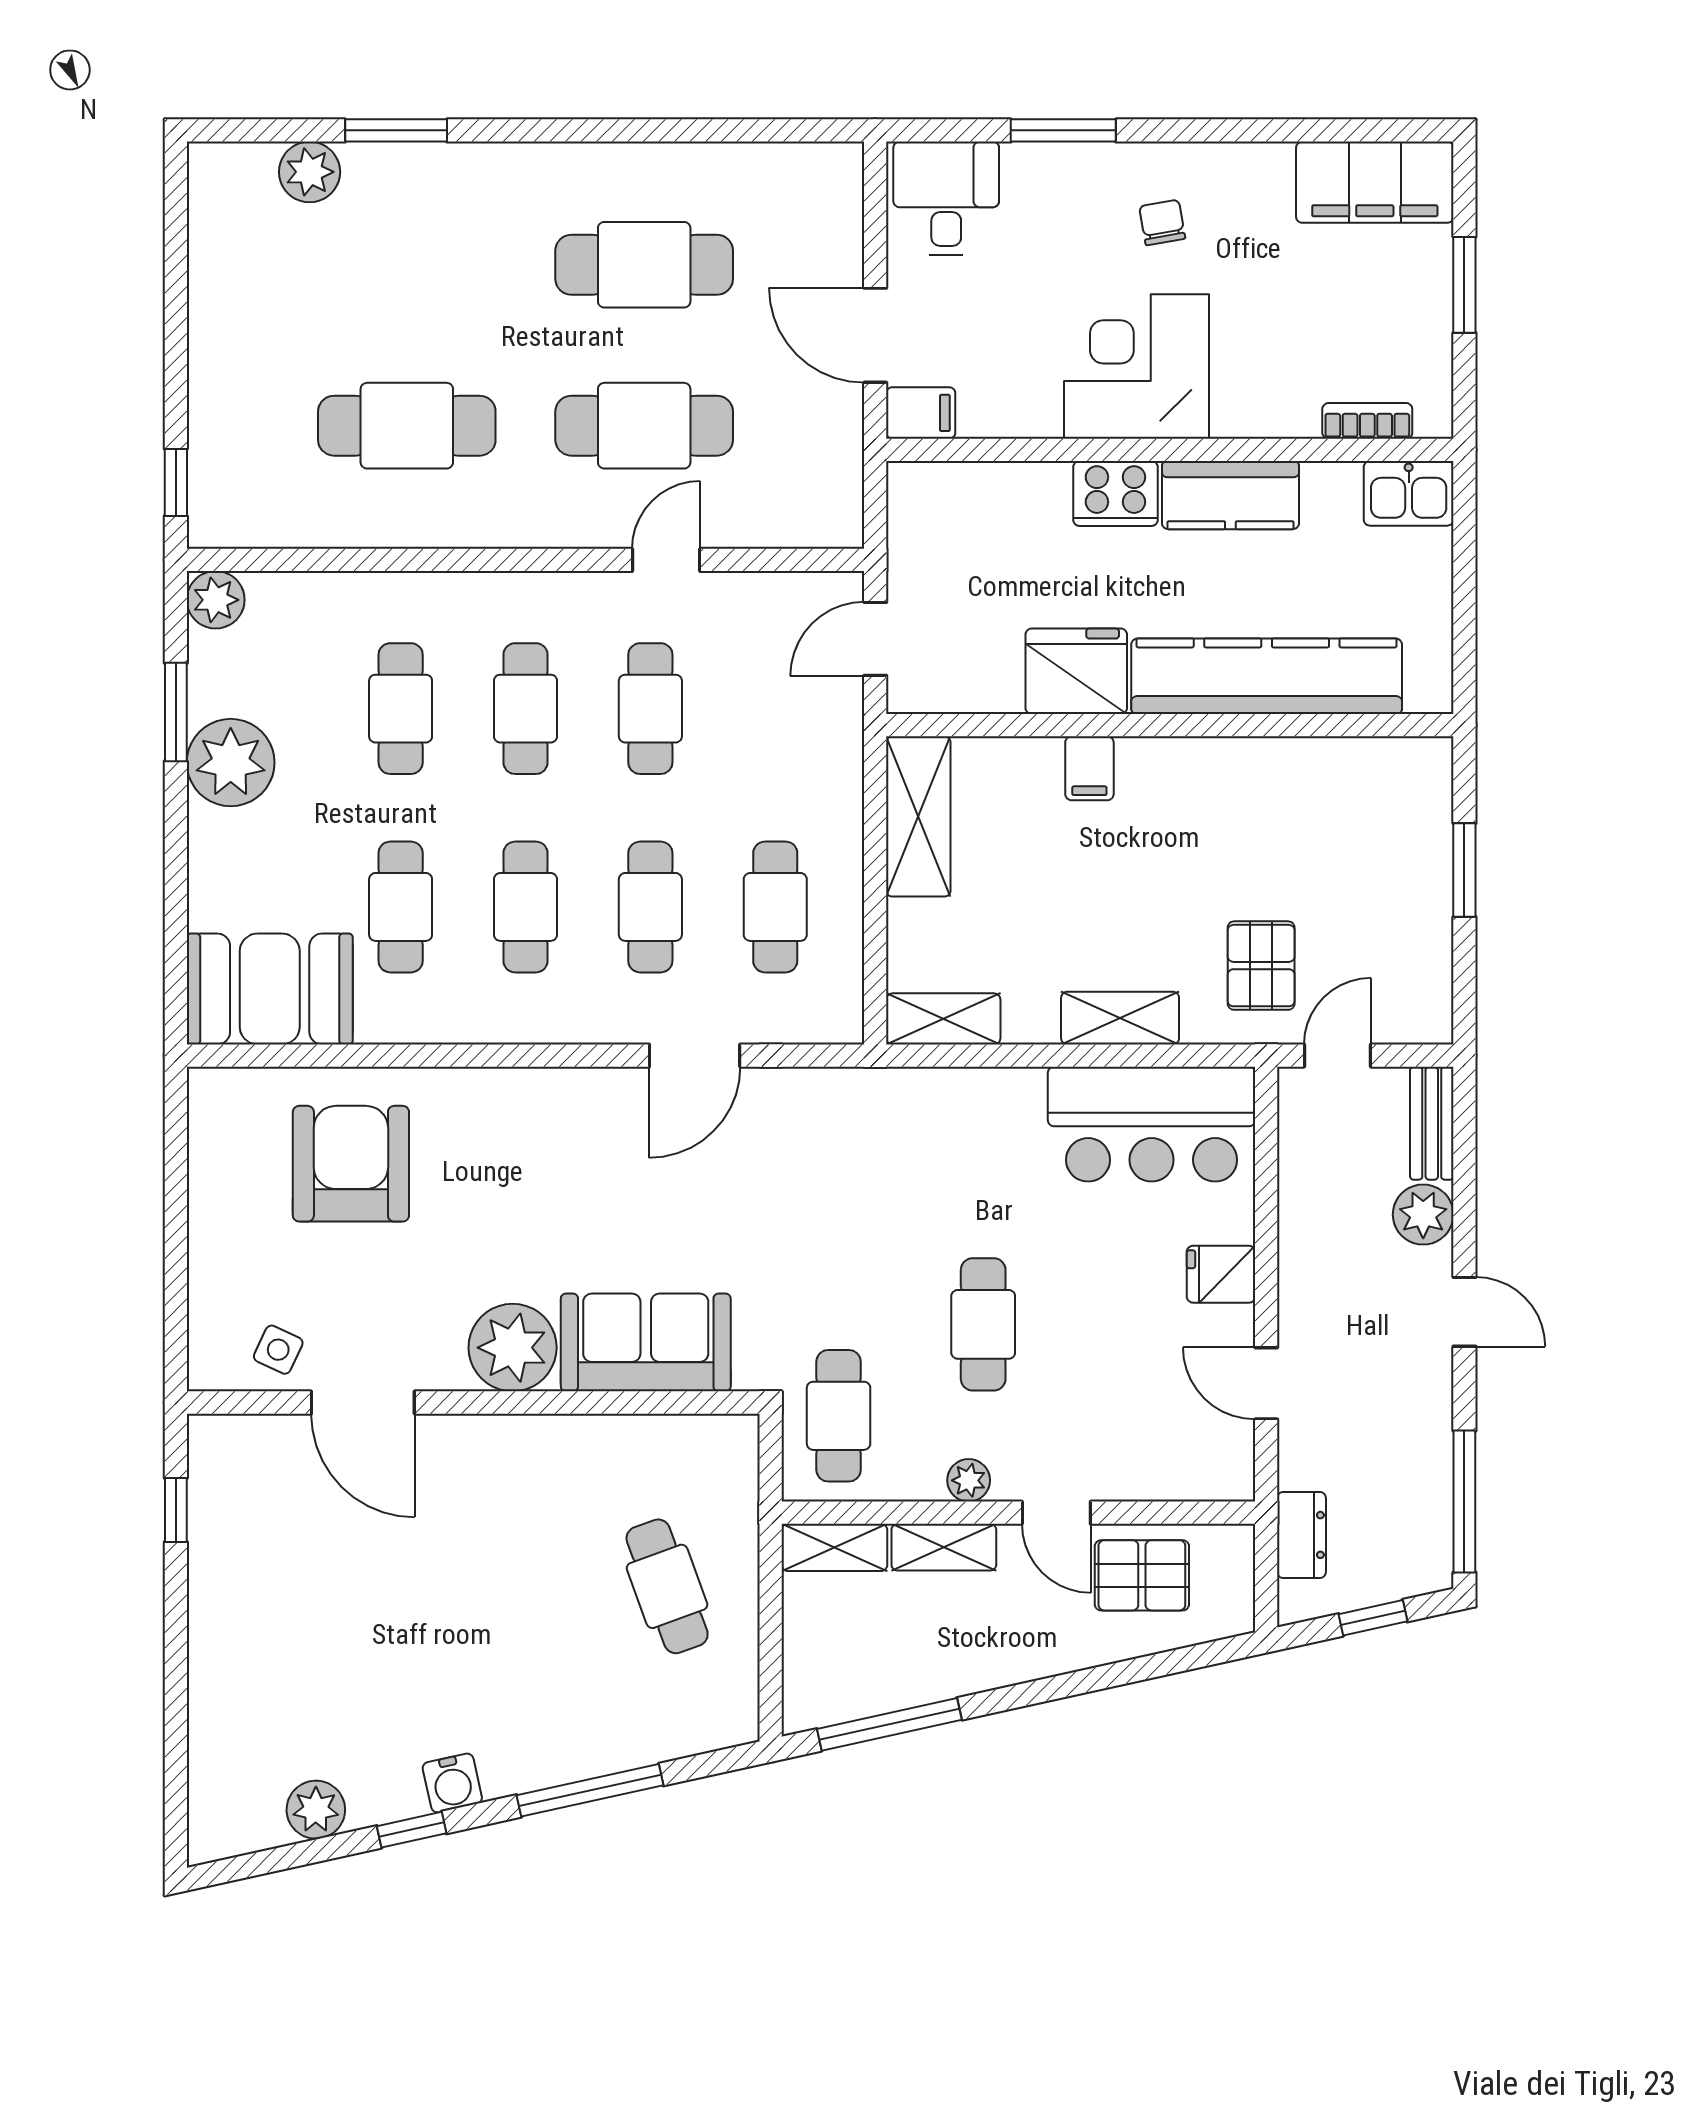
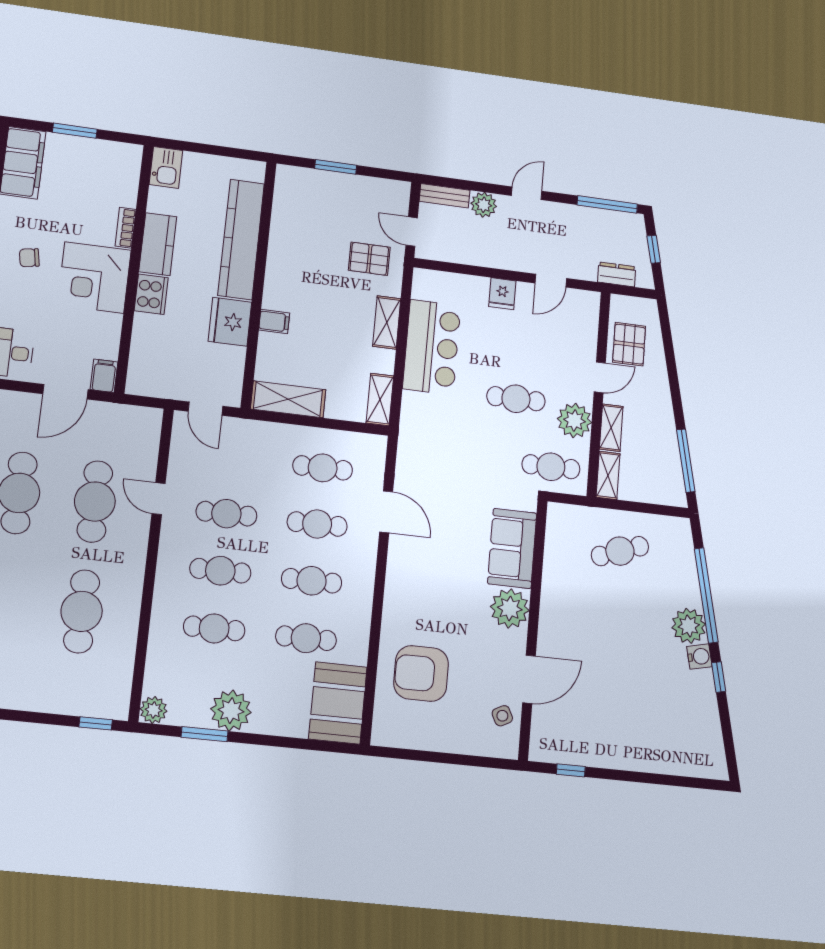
bookcase: (1367, 421) -> (126, 228), moved
bar counter: (1152, 1124) -> (432, 347), moved
side table: (278, 1350) -> (502, 716), turned 38
plant: (969, 1480) -> (574, 420), width x1.88, depth x1.88
window: (590, 1790) -> (706, 595), width x1.46
plant: (316, 1810) -> (689, 626), moved, width x1.36, depth x1.36

